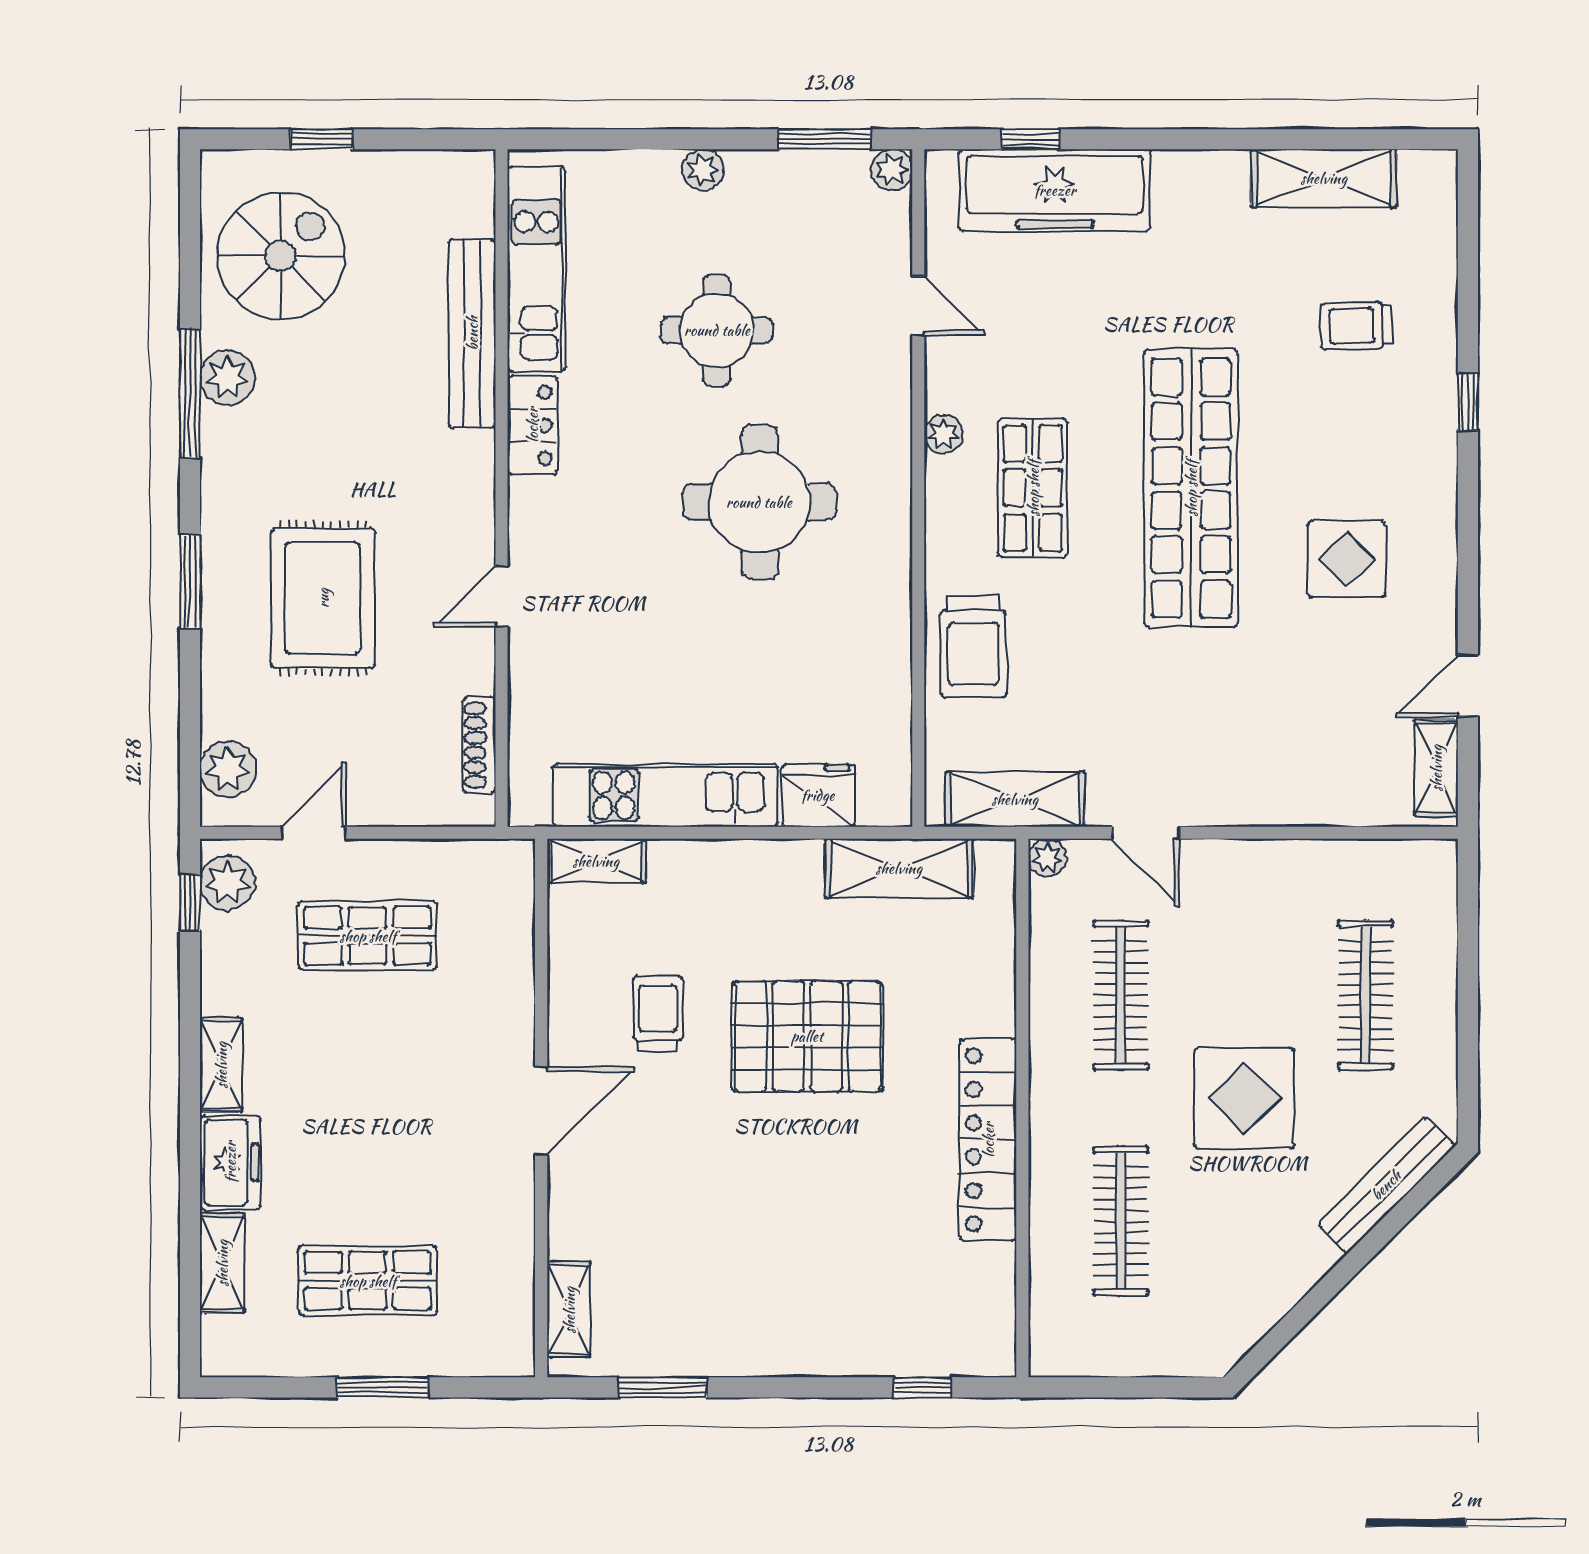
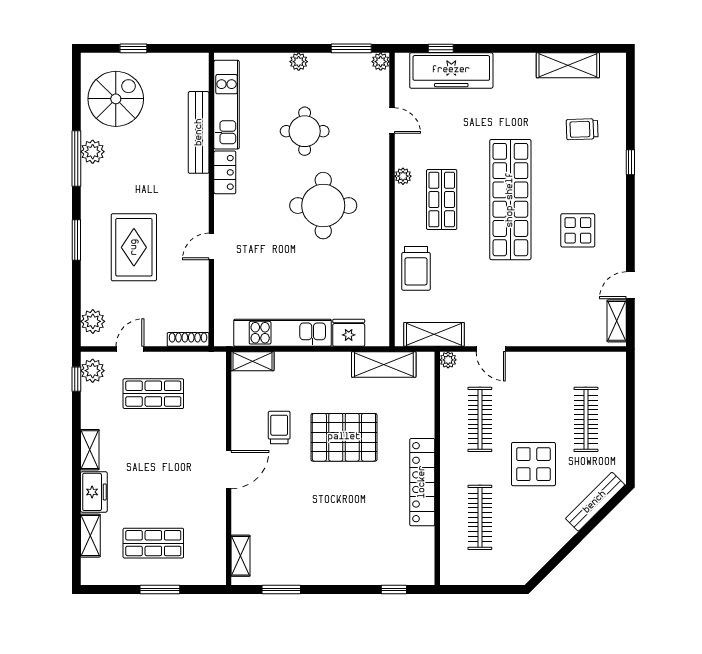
shoe rack: (479, 745) -> (188, 339), moved, turned 90

